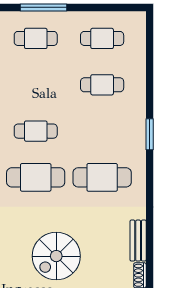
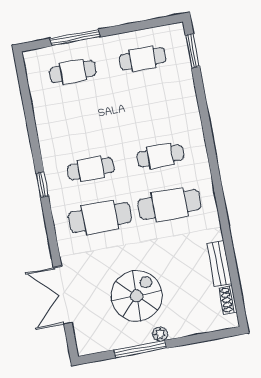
cafe table: (102, 85) -> (160, 156), moved
window: (150, 134) -> (192, 51), moved
spiral stairs: (56, 256) -> (137, 296), turned 180

